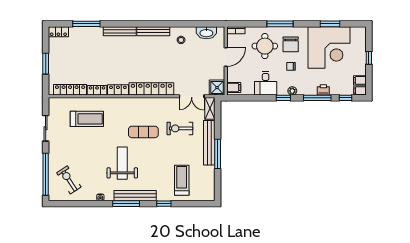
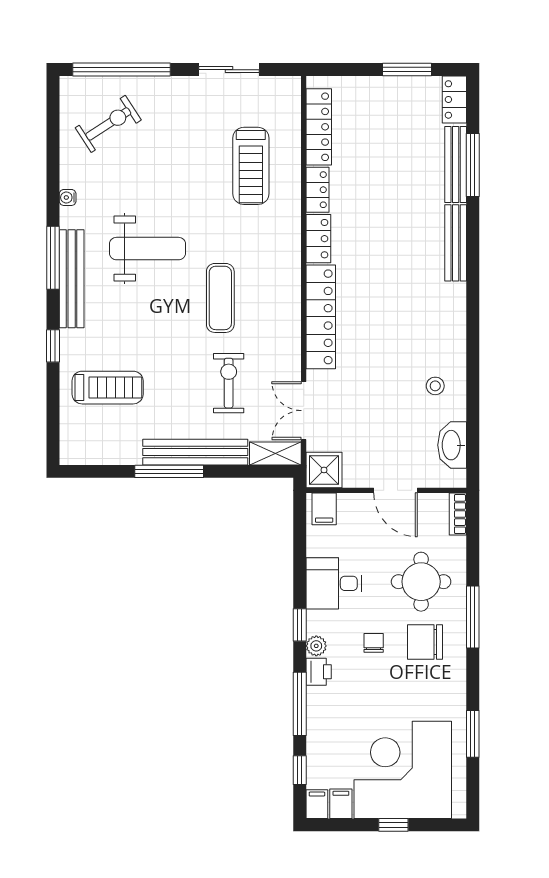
bench: (153, 31) -> (456, 165), moved
corner desk: (329, 48) -> (403, 770), moved, turned 90
window: (46, 64) -> (407, 70), moved
printer: (323, 90) -> (319, 672), moved

